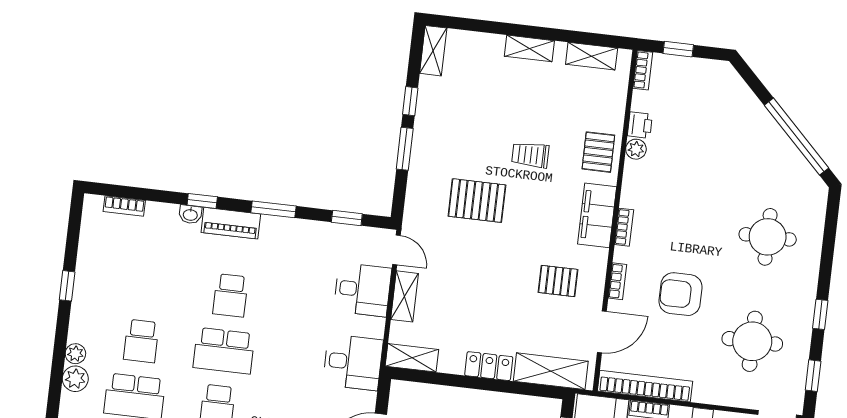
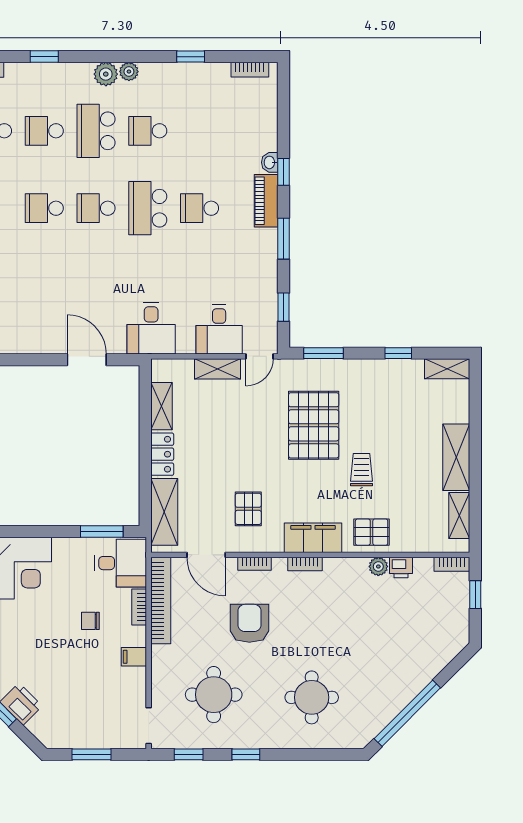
shelving: (529, 48) -> (456, 457), width x1.50, depth x1.33
window: (405, 149) -> (324, 353), moved
pallet: (477, 201) -> (314, 425), width x1.37, depth x1.41
bookcase: (124, 206) -> (250, 70), moved, turned -90
shelving: (412, 358) -> (162, 406), moved

